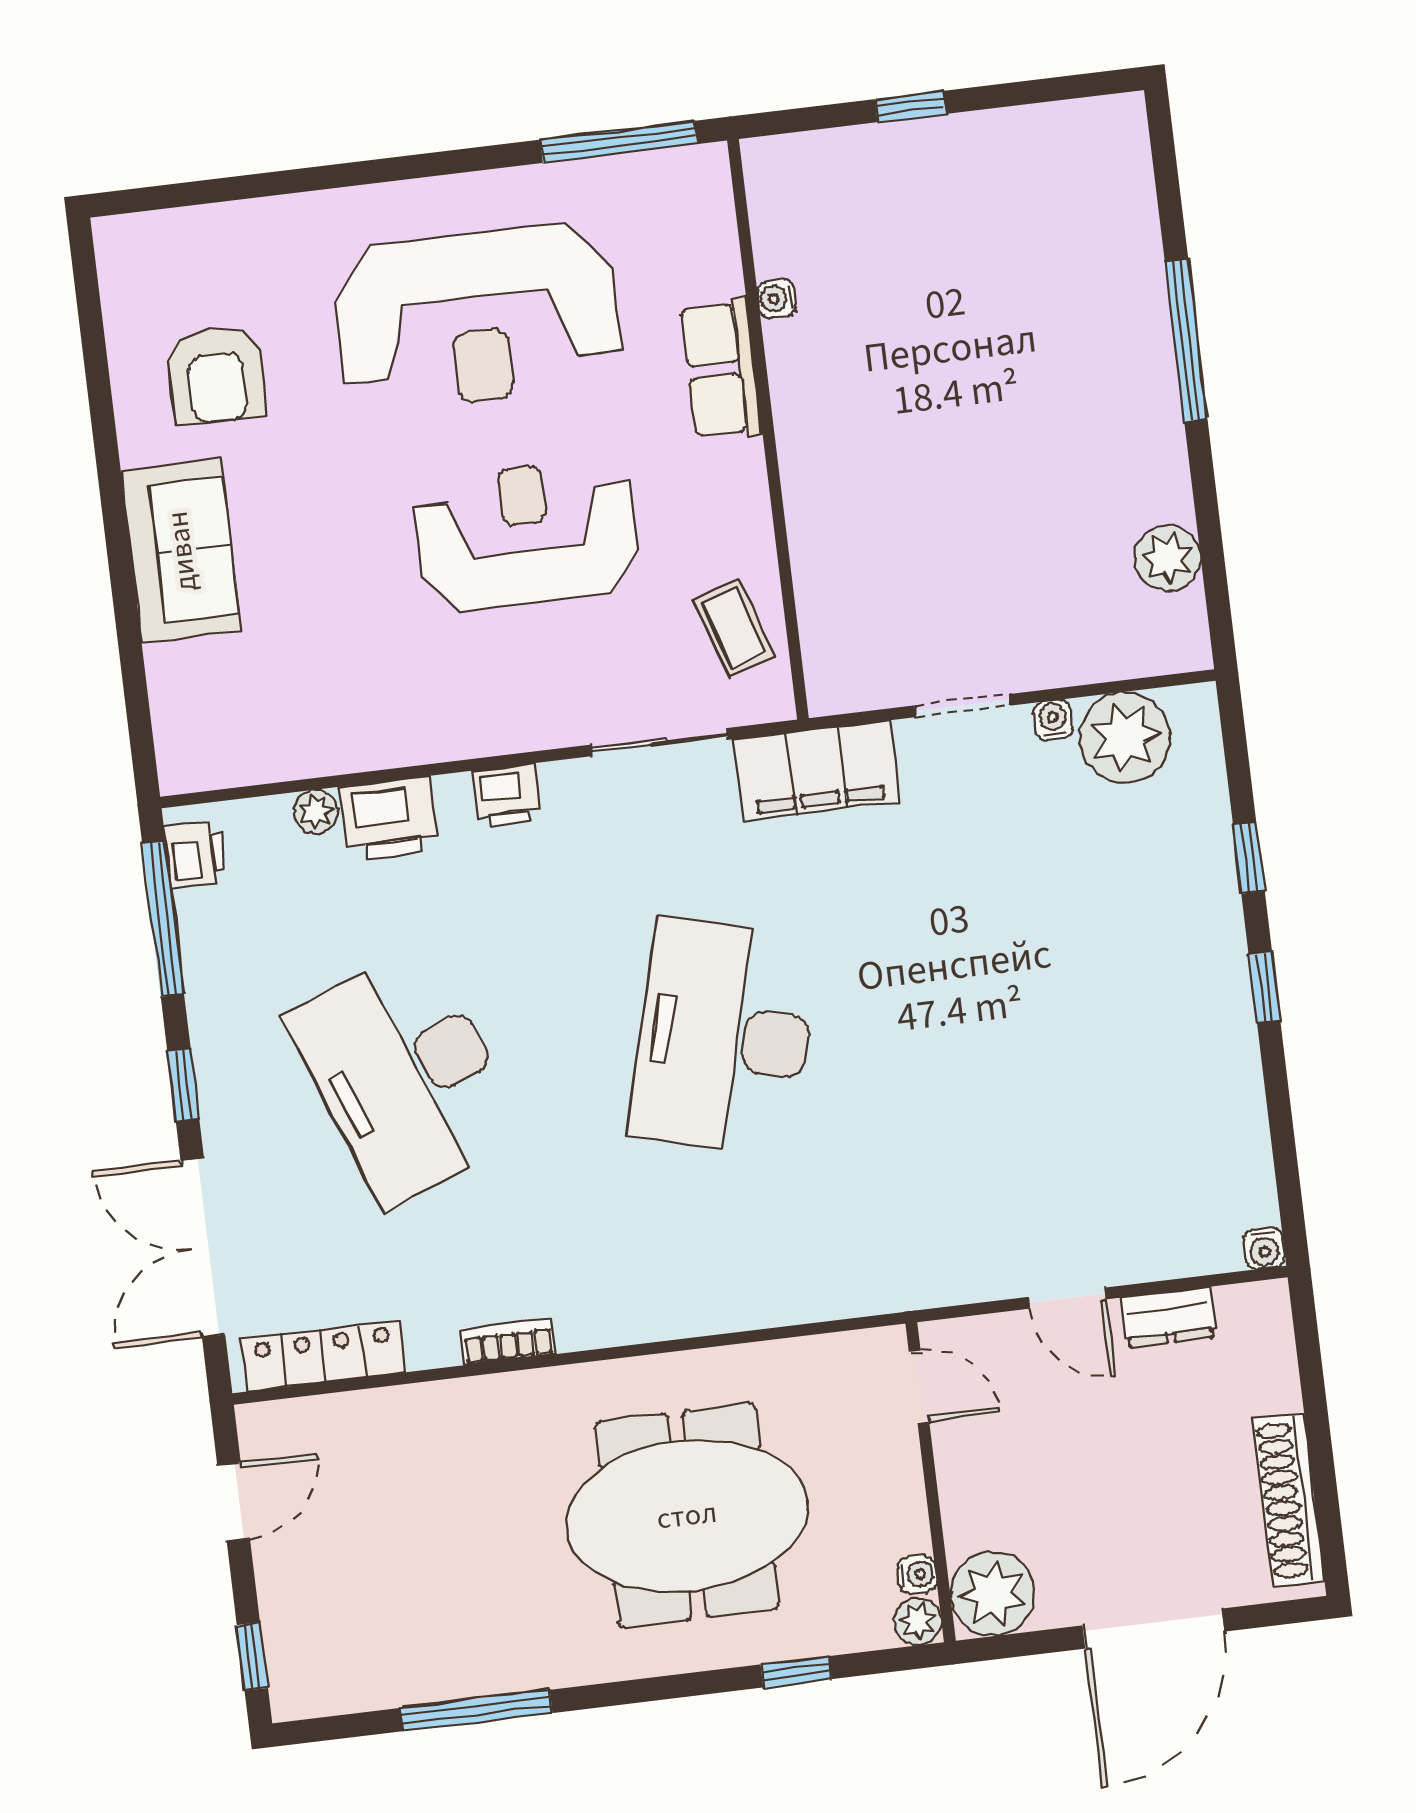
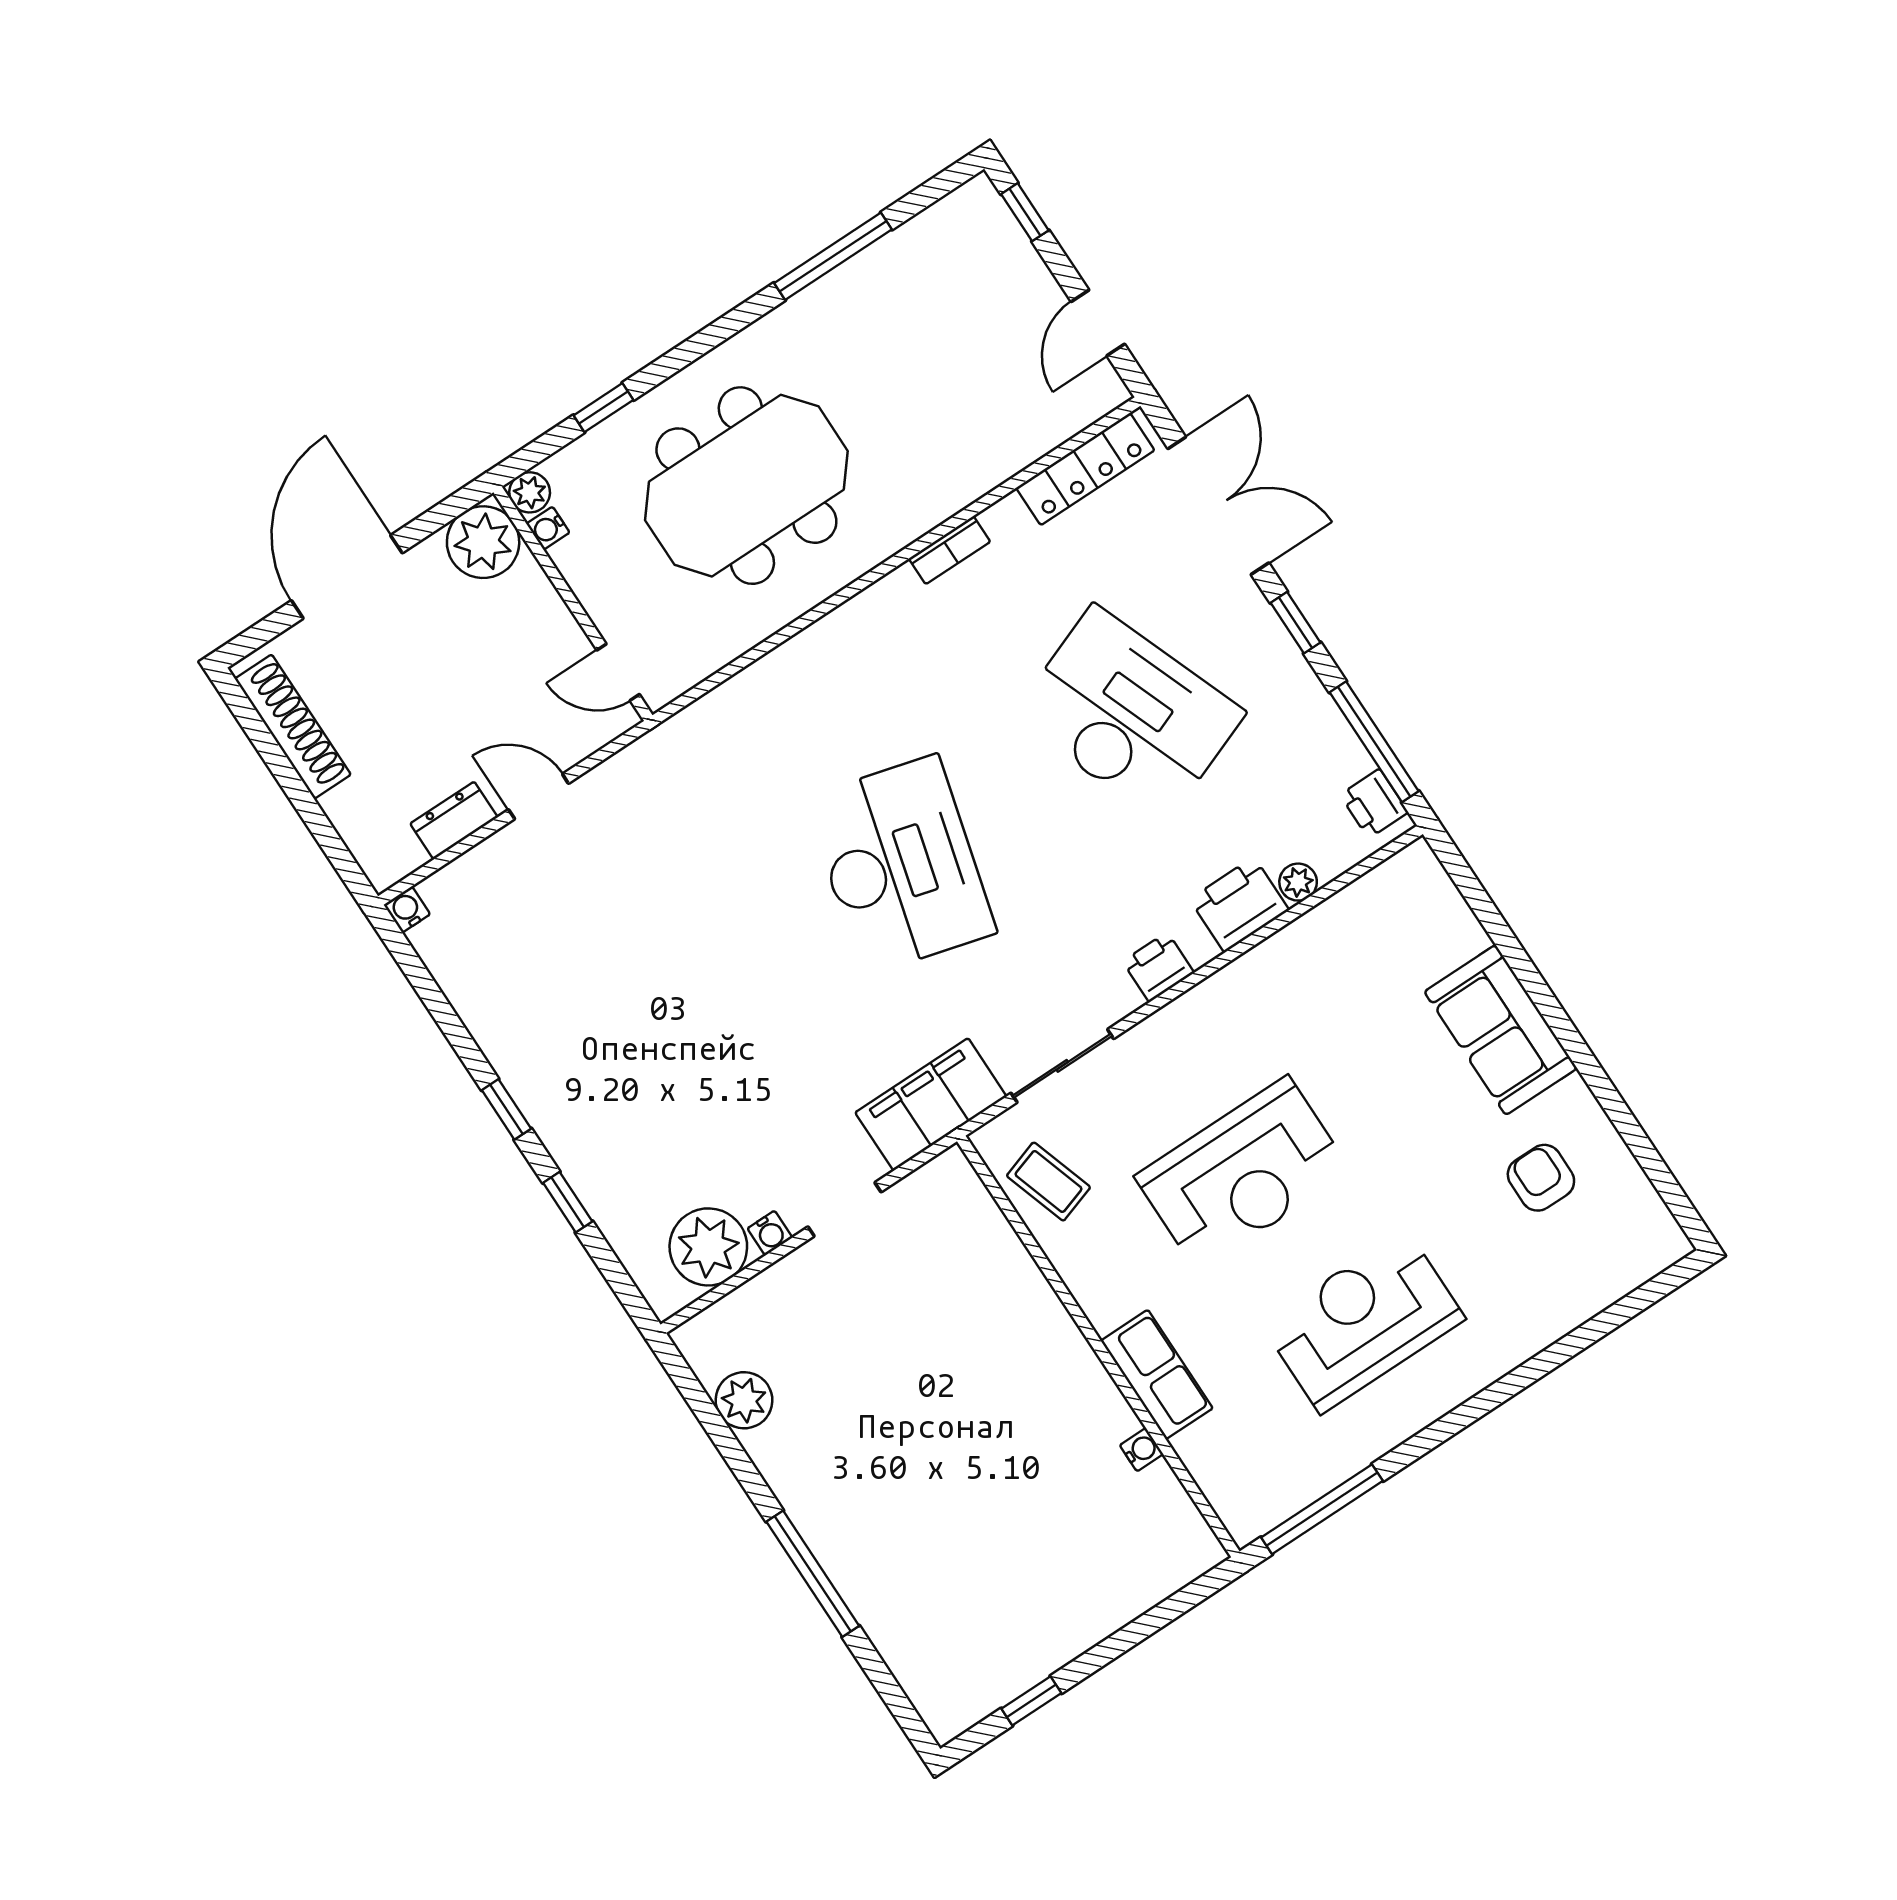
window: (911, 107) -> (1031, 1701), moved
reception desk: (477, 317) -> (1363, 1321), width x0.74, depth x0.77
armchair: (216, 375) -> (1541, 1178), width x0.72, depth x0.72

